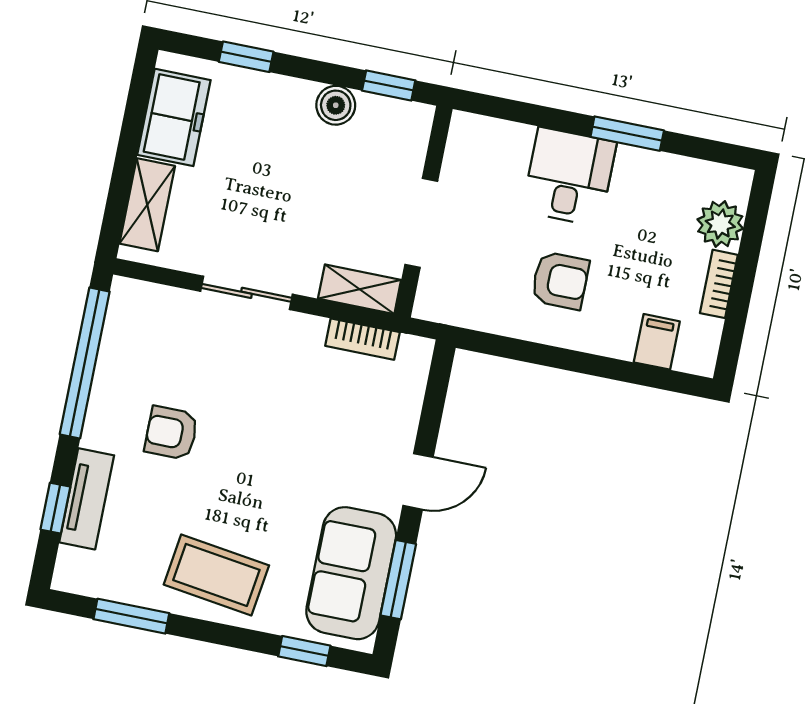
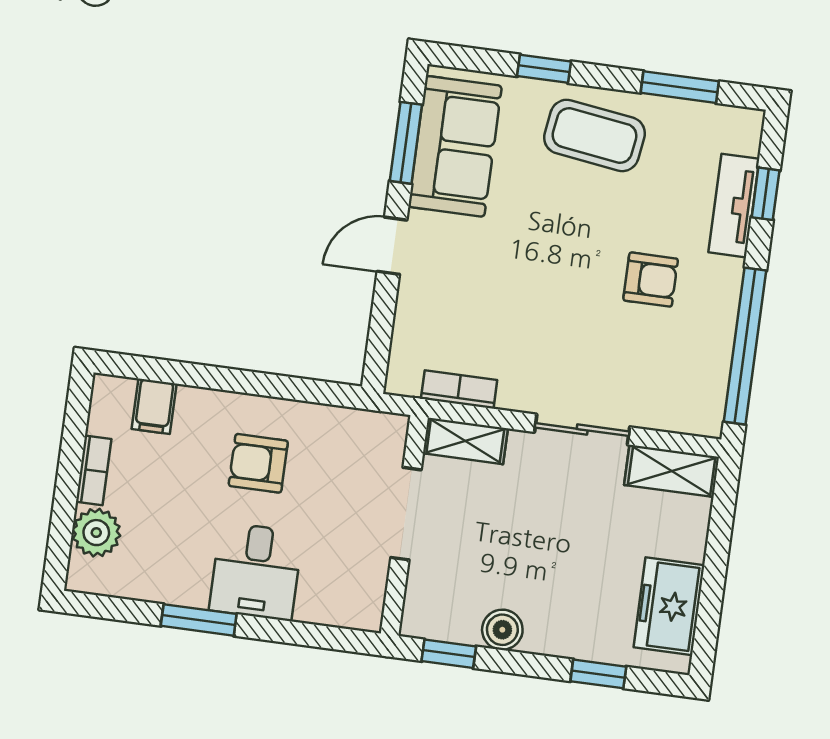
shelving: (147, 205) -> (672, 471), moved, turned 90
window: (304, 651) -> (544, 69), moved

